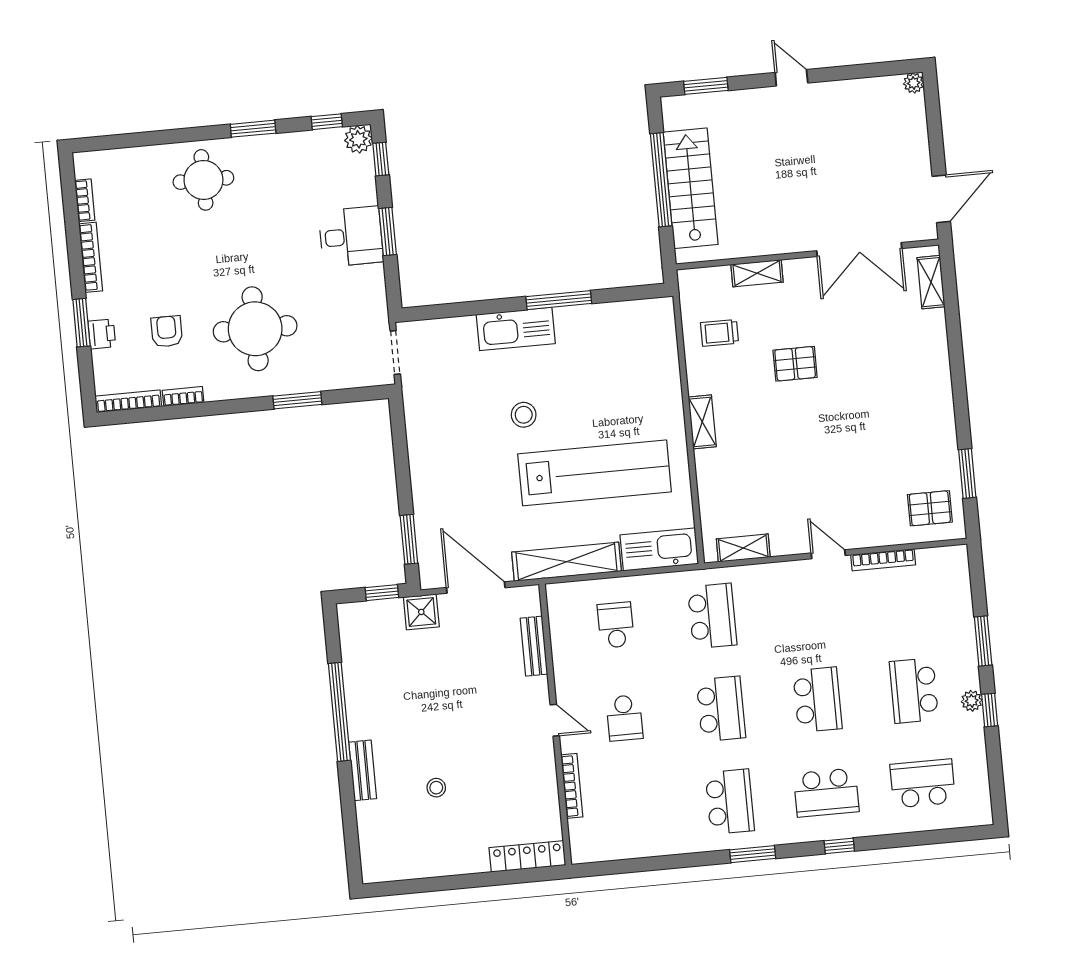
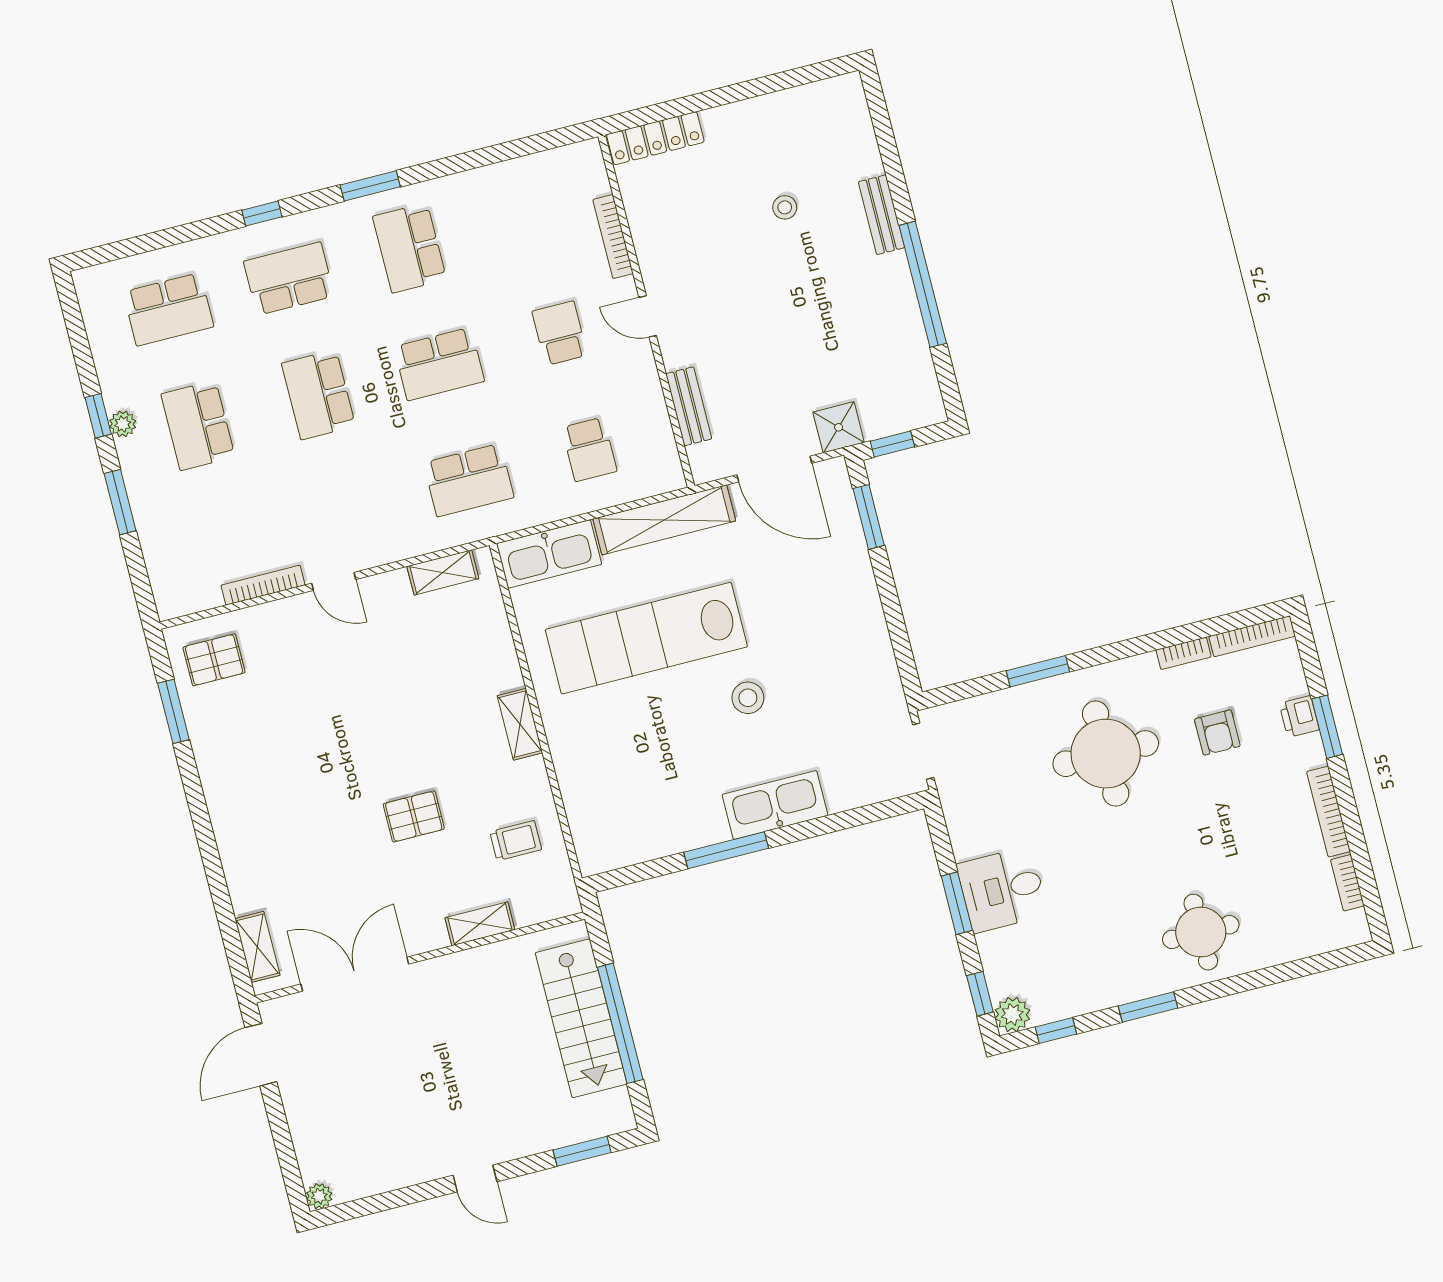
school desk: (712, 616) -> (469, 480), turned -90
school desk: (914, 691) -> (198, 425), turned 180
school desk: (721, 709) -> (439, 364), turned -90

